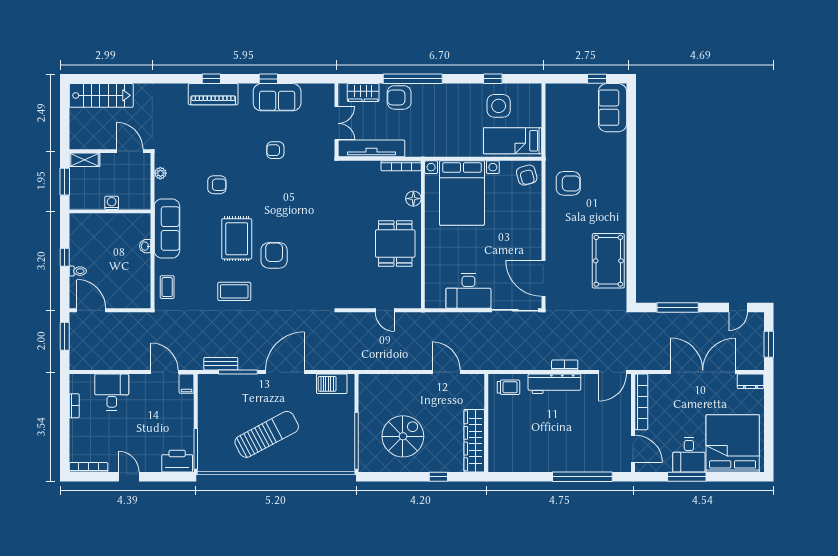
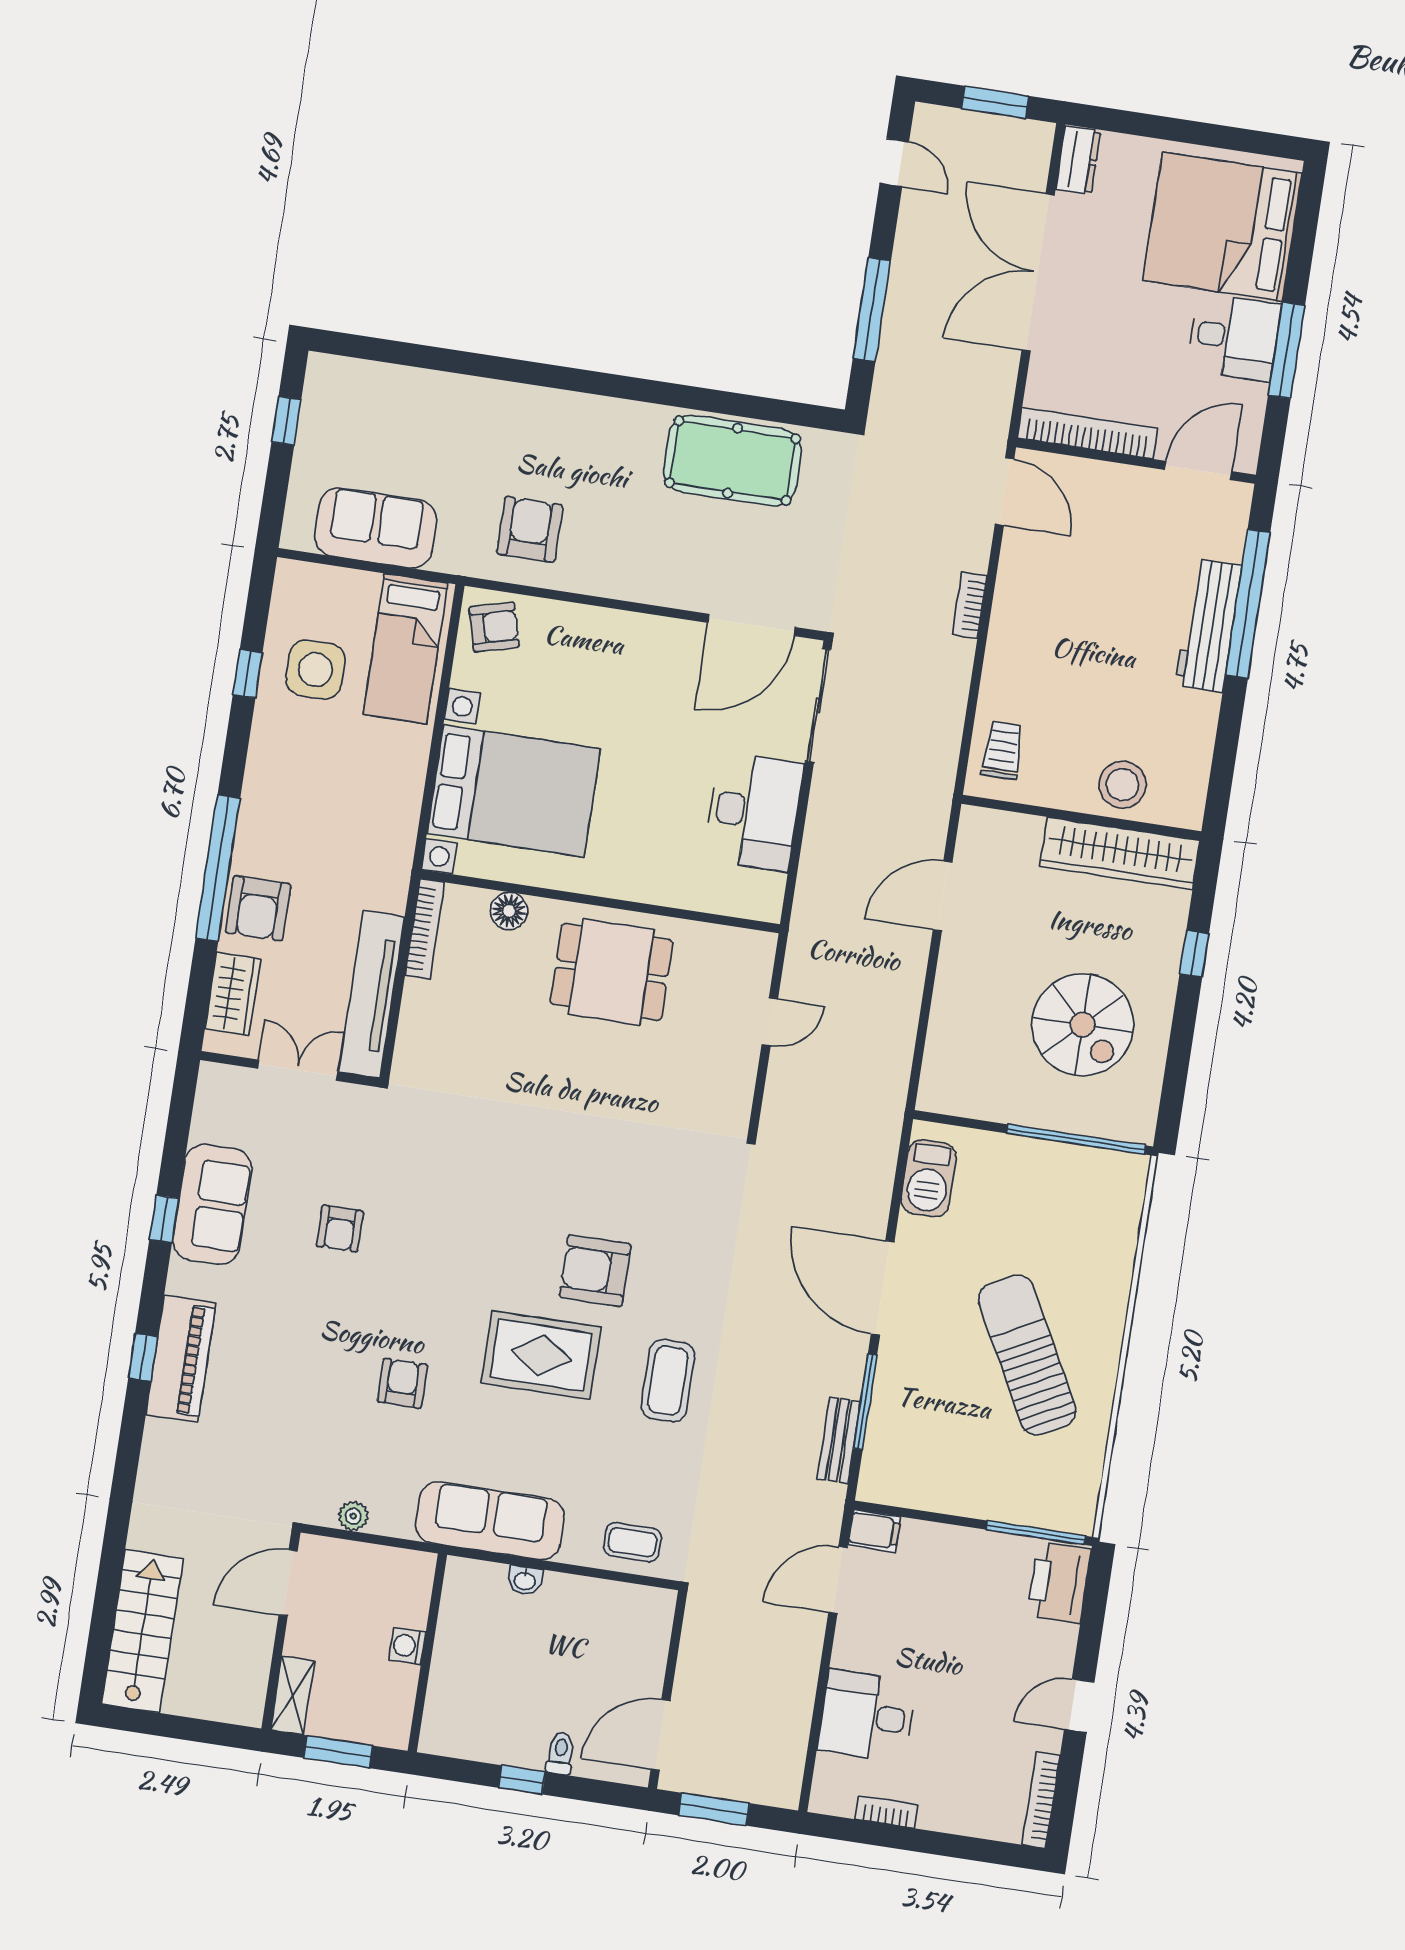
sofa: (613, 108) -> (376, 528), moved, turned 180
workbench: (554, 384) -> (1209, 625), moved, turned 180
spiral stairs: (403, 436) -> (1083, 1025), turned 180
stool: (502, 438) -> (1122, 785), added

